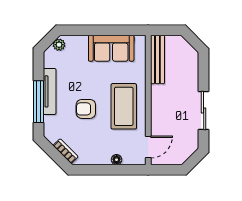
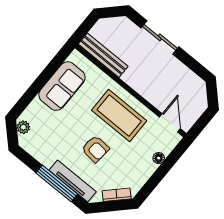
tv unit: (50, 91) -> (73, 181), moved
armchair: (86, 109) -> (95, 149), turned -85
sliding door: (204, 111) -> (160, 37), moved

